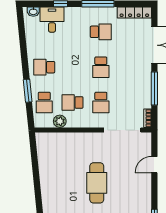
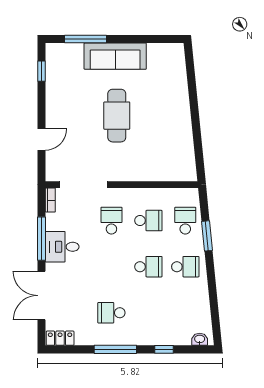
locker: (134, 12) -> (60, 338), width x0.66
desk: (52, 20) -> (62, 247), moved, turned 90
school desk: (101, 67) -> (148, 267), moved, turned 90
plant: (60, 121) -> (165, 196), removed

